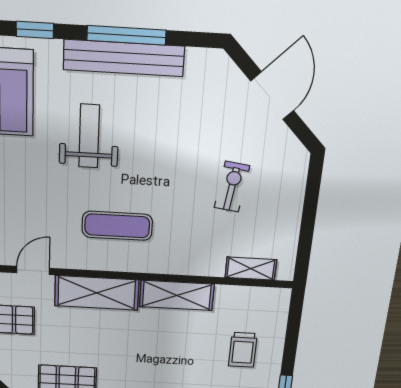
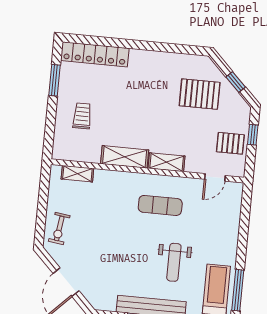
exercise bike: (232, 187) -> (59, 229), moved
shelving: (97, 293) -> (167, 162), width x0.67, depth x0.75

